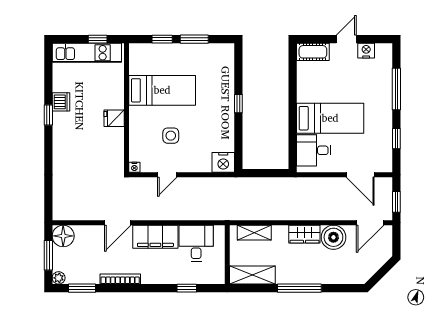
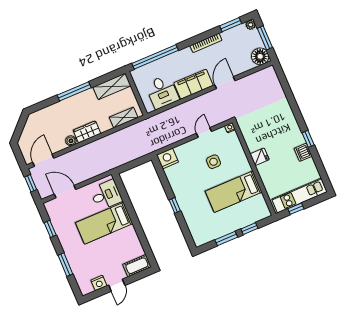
window: (396, 89) -> (65, 265), width x0.69
boiler: (333, 237) -> (71, 141), width x0.54, depth x0.54
window: (187, 288) -> (155, 57), width x3.17

